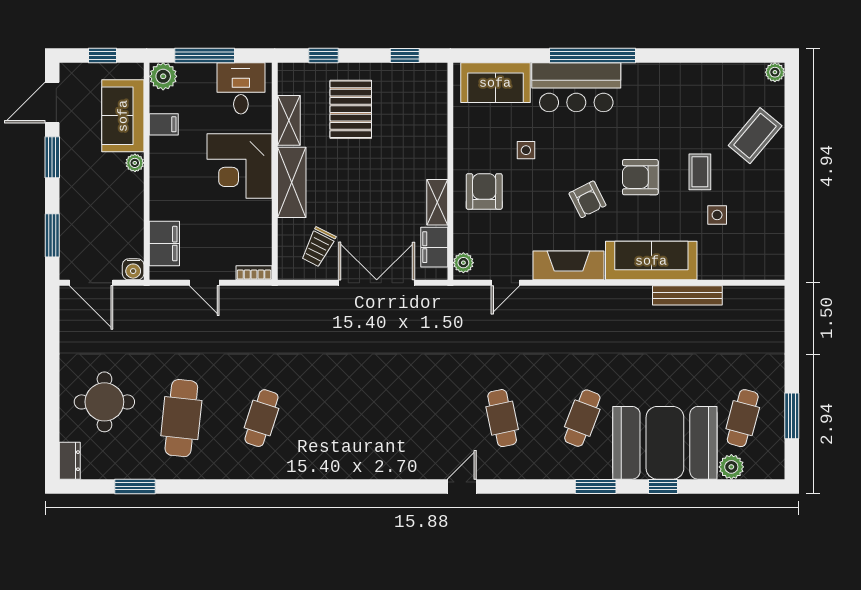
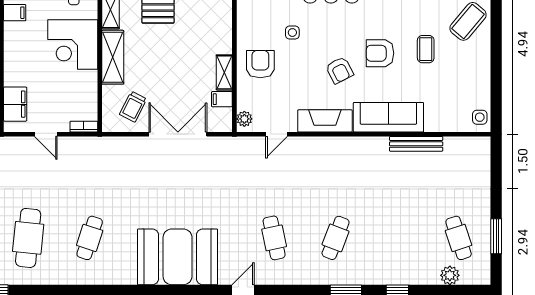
side table: (717, 215) -> (480, 117), moved
filing cabinet: (434, 247) -> (222, 99), width x0.50
cafe table: (743, 418) -> (459, 238), turned -33
booth: (665, 443) -> (178, 257), moved

